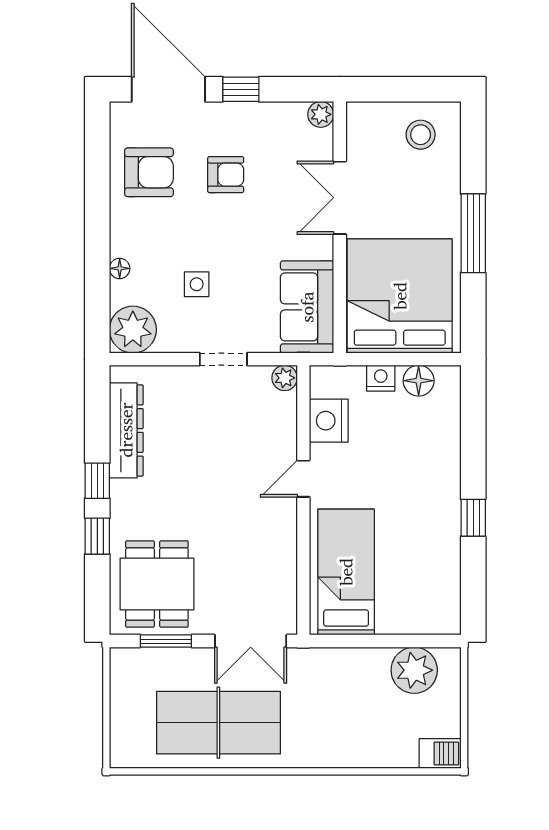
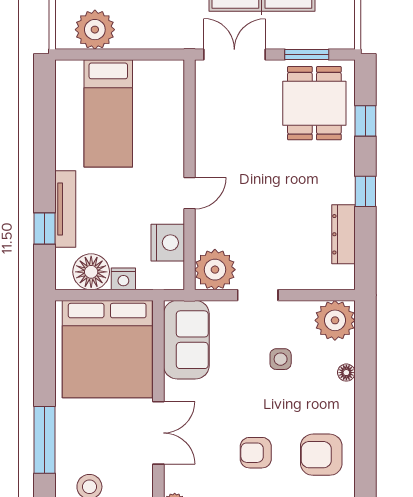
window: (473, 233) -> (45, 440), moved
plant: (285, 378) -> (215, 270), width x1.87, depth x1.87
floor lamp: (419, 381) -> (91, 272), width x1.38, depth x1.38
dresser: (126, 430) -> (343, 234), width x0.73, depth x0.80
tv unit: (449, 460) -> (65, 209), added
window: (473, 518) -> (45, 229), moved
window: (97, 536) -> (365, 121), moved
bed: (346, 572) -> (108, 113), moved

